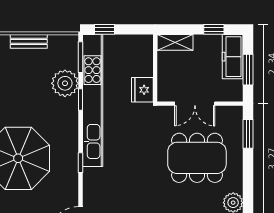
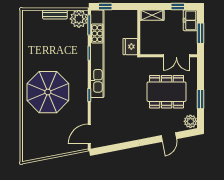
freezer: (233, 57) -> (190, 20), width x0.71
plant: (65, 83) -> (79, 19), moved
double door: (195, 104) -> (176, 56), moved
window: (248, 134) -> (200, 99), moved

